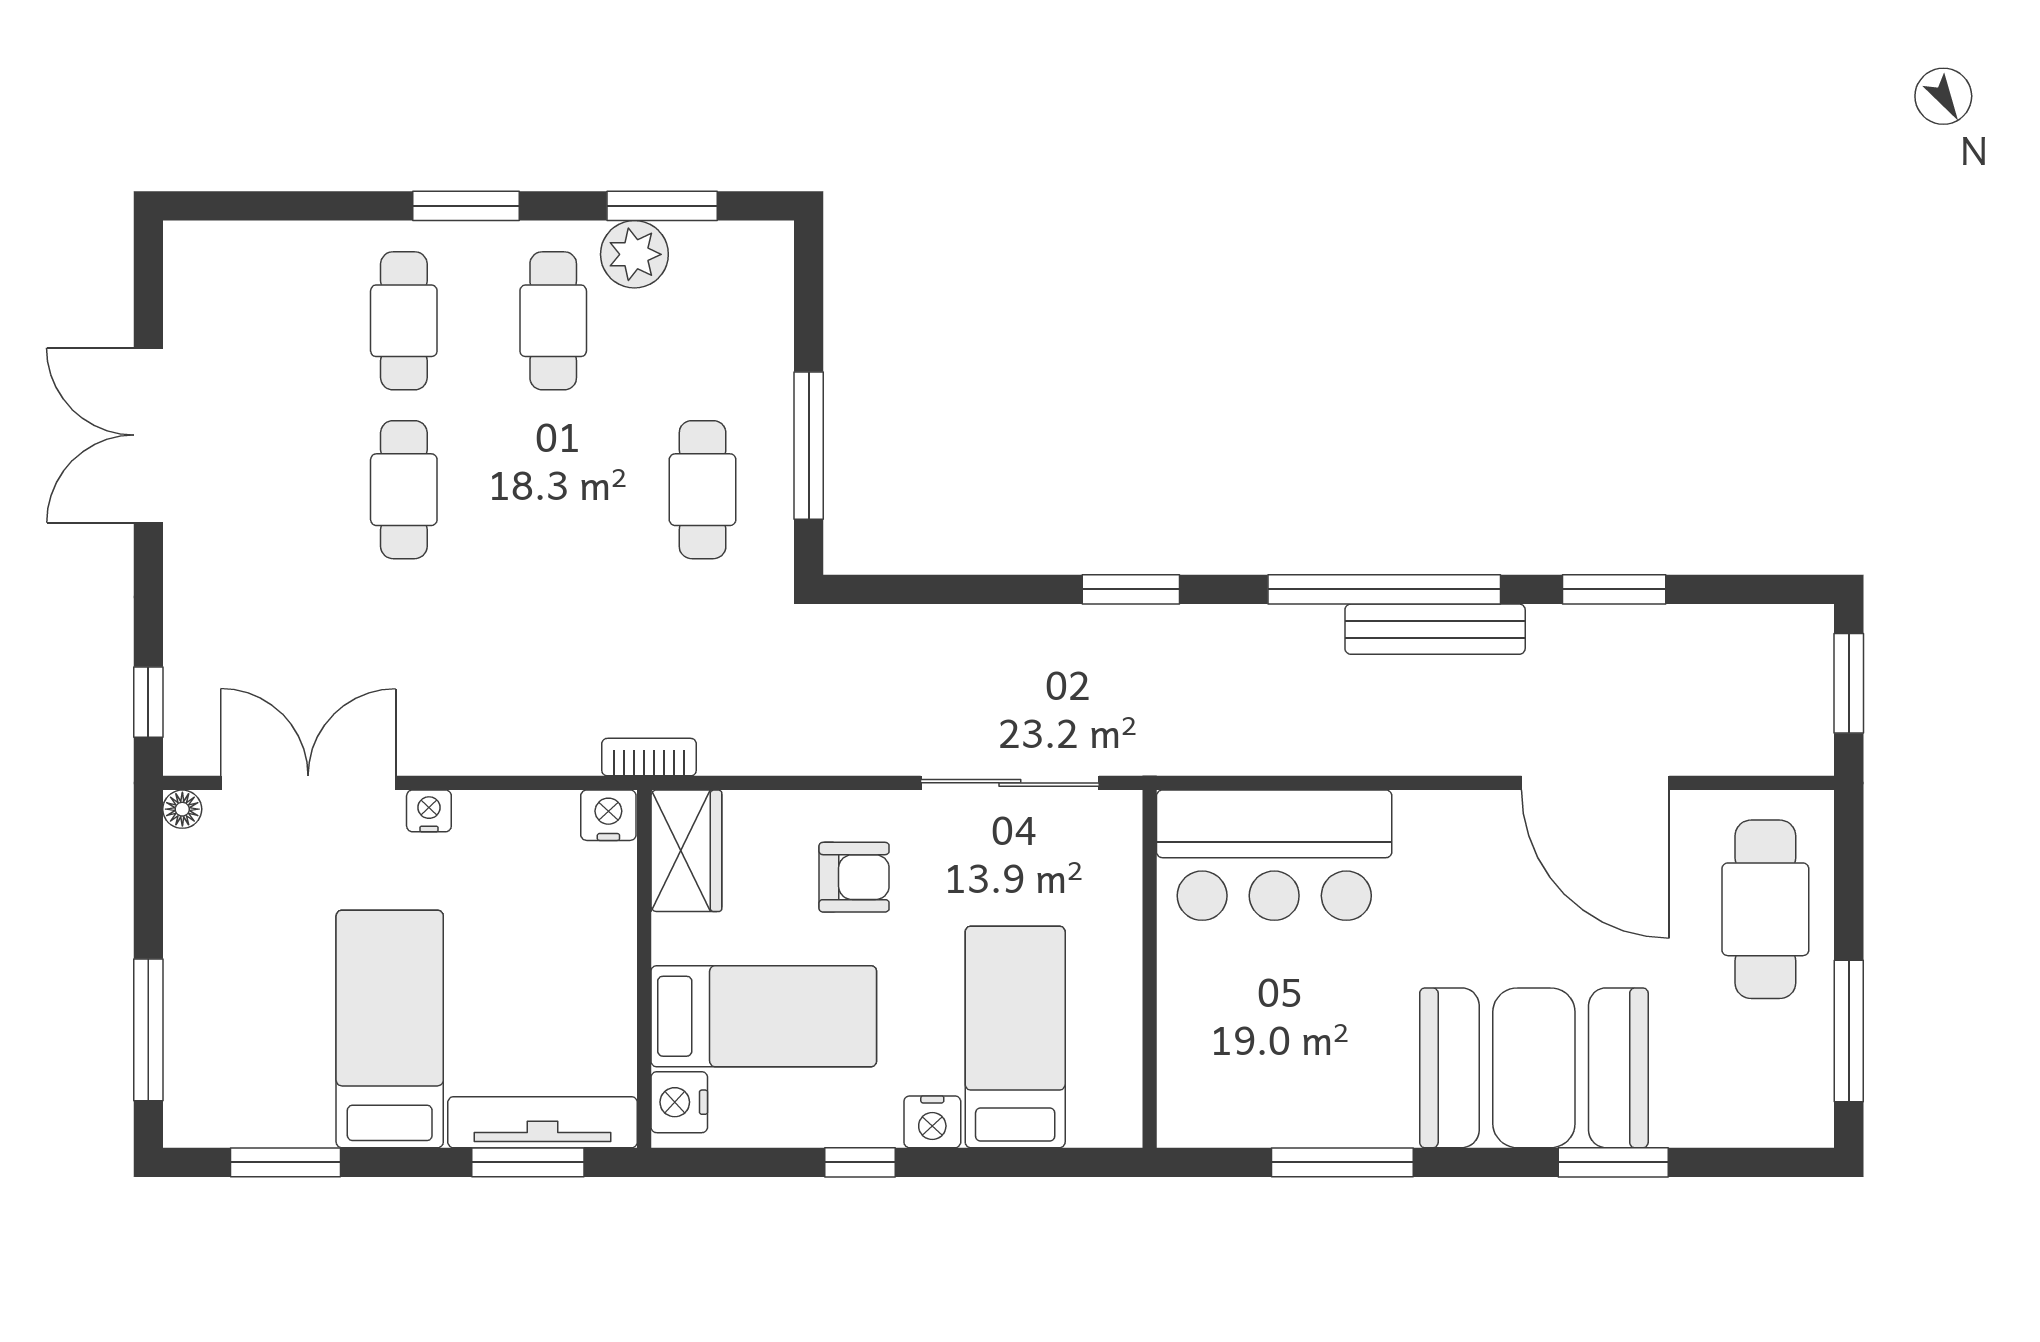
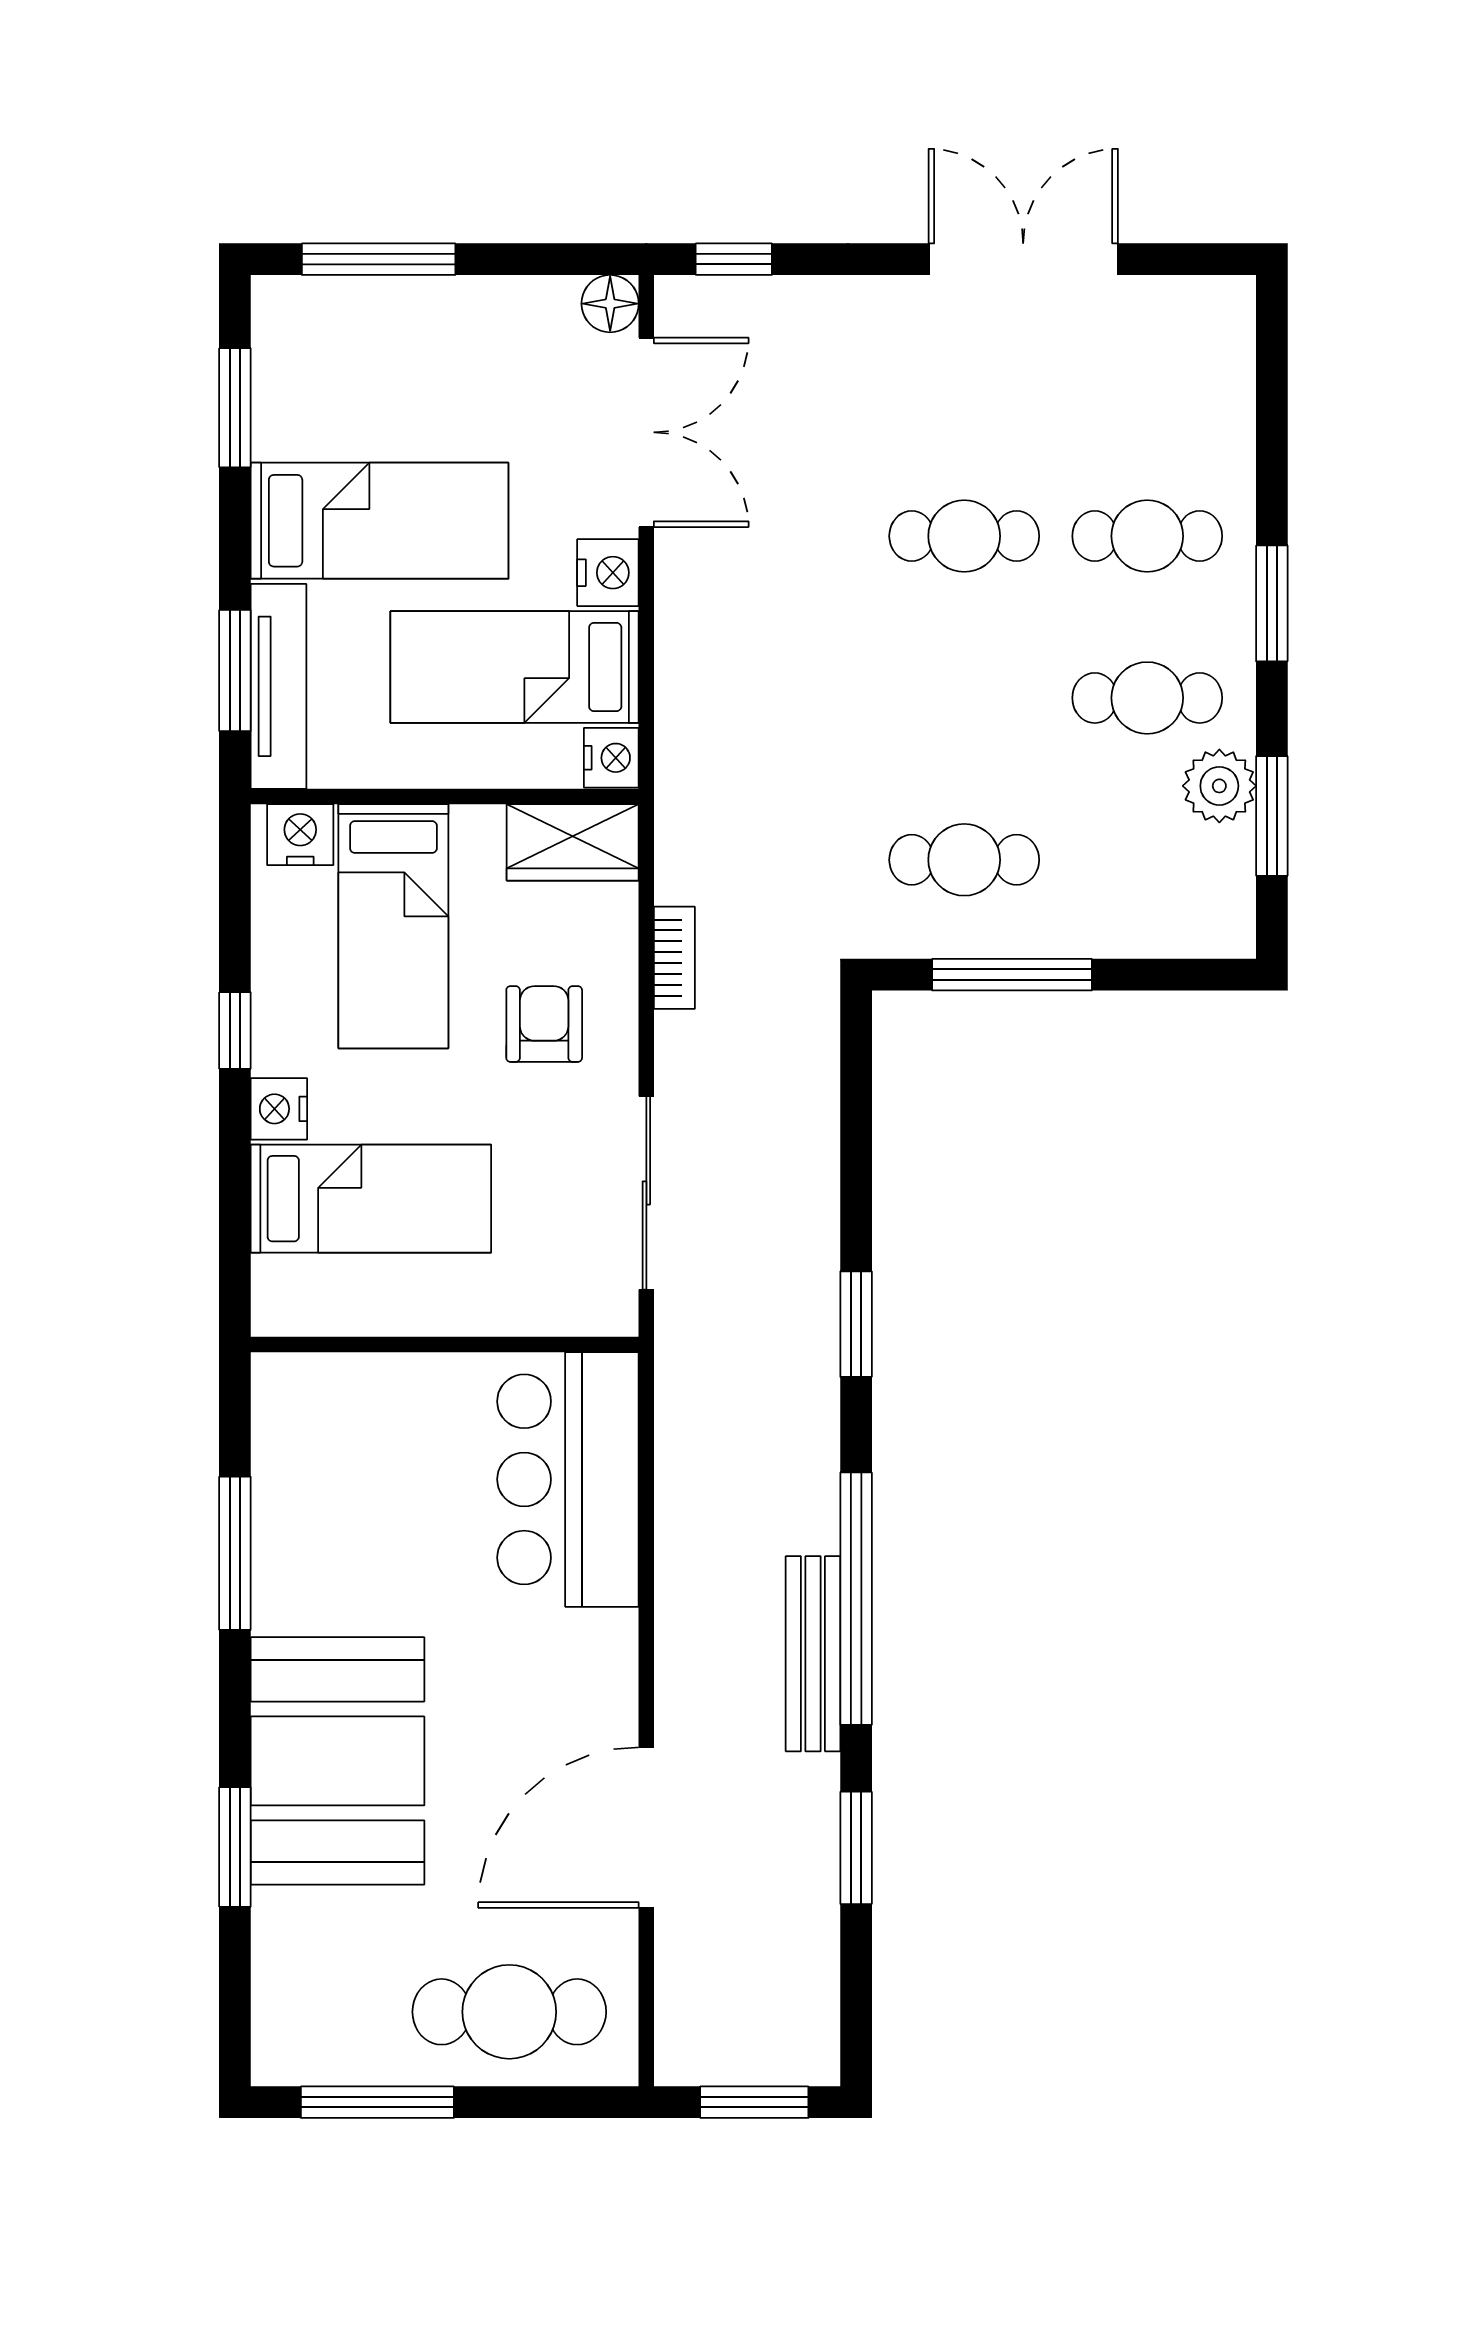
bookcase: (649, 757) -> (674, 958), moved
floor lamp: (182, 809) -> (610, 304), width x1.37, depth x1.37
nightstand: (429, 811) -> (608, 573), width x1.39, depth x1.35
armchair: (854, 877) -> (544, 1024), turned 180
bed: (525, 904) -> (515, 667), added

